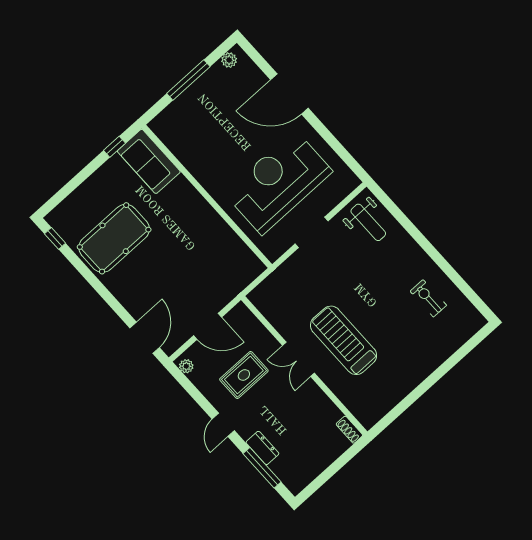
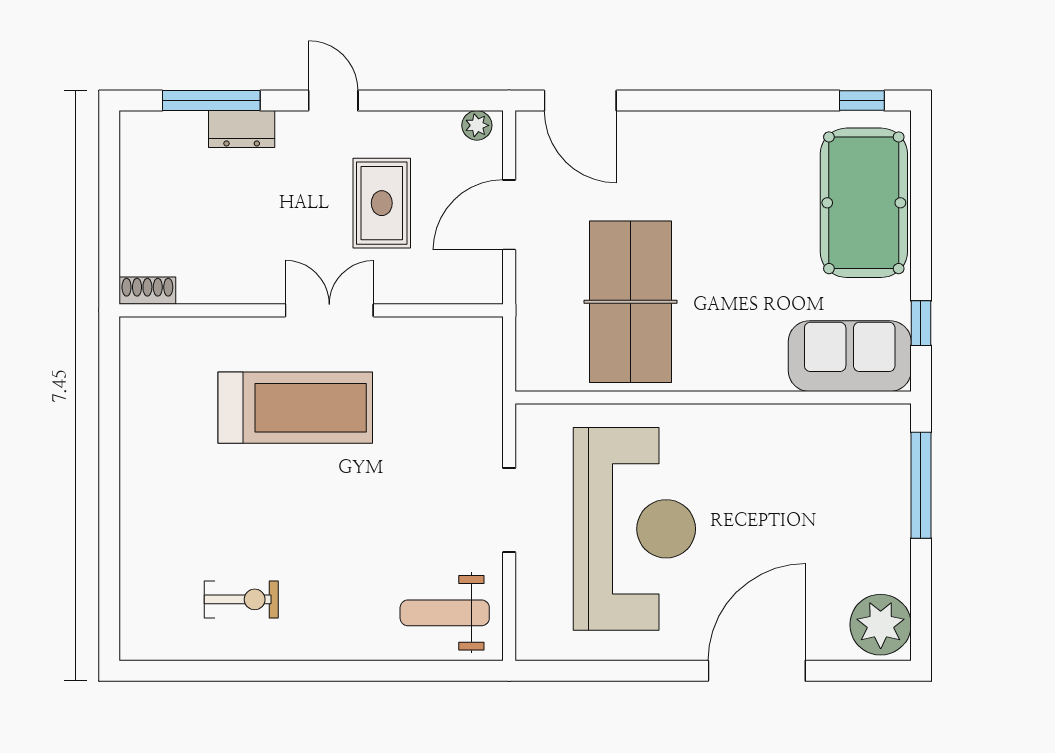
plant: (229, 60) -> (881, 625), width x1.87, depth x1.87
window: (188, 80) -> (921, 485), moved
pool table: (114, 238) -> (864, 203), moved
table tennis table: (200, 256) -> (631, 302), added

